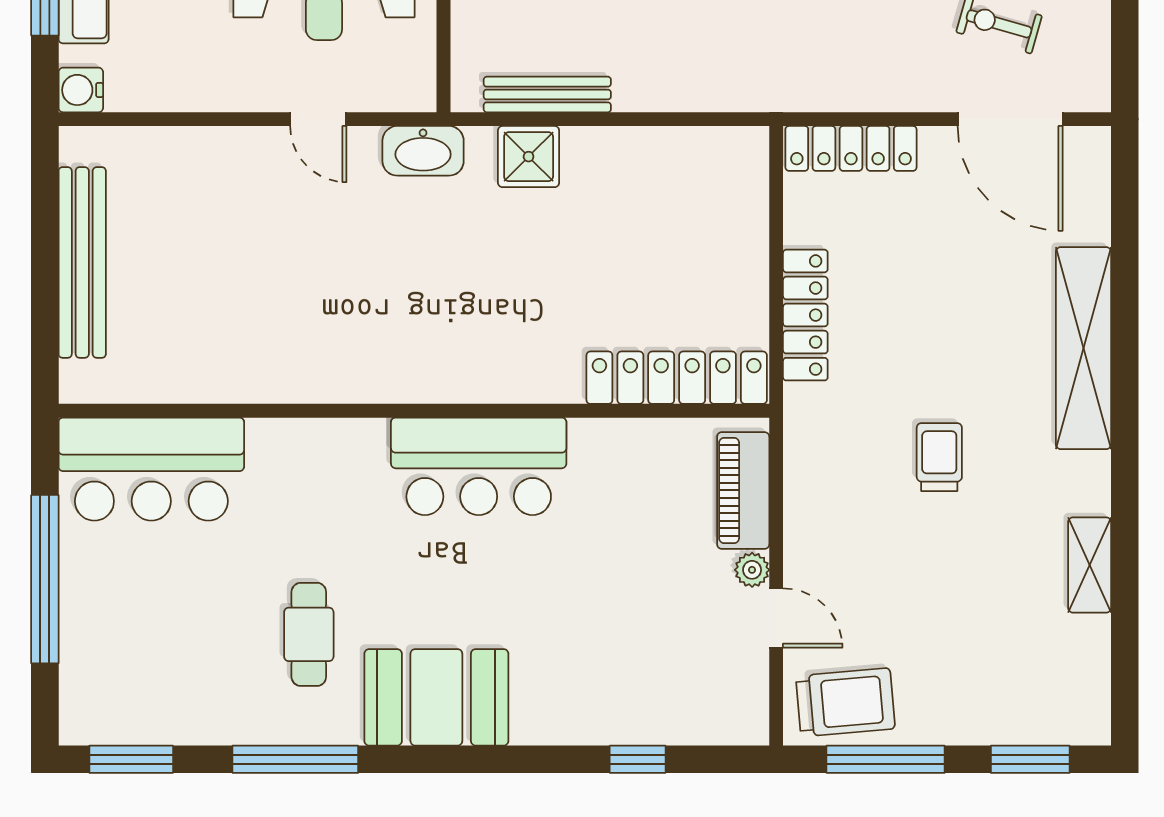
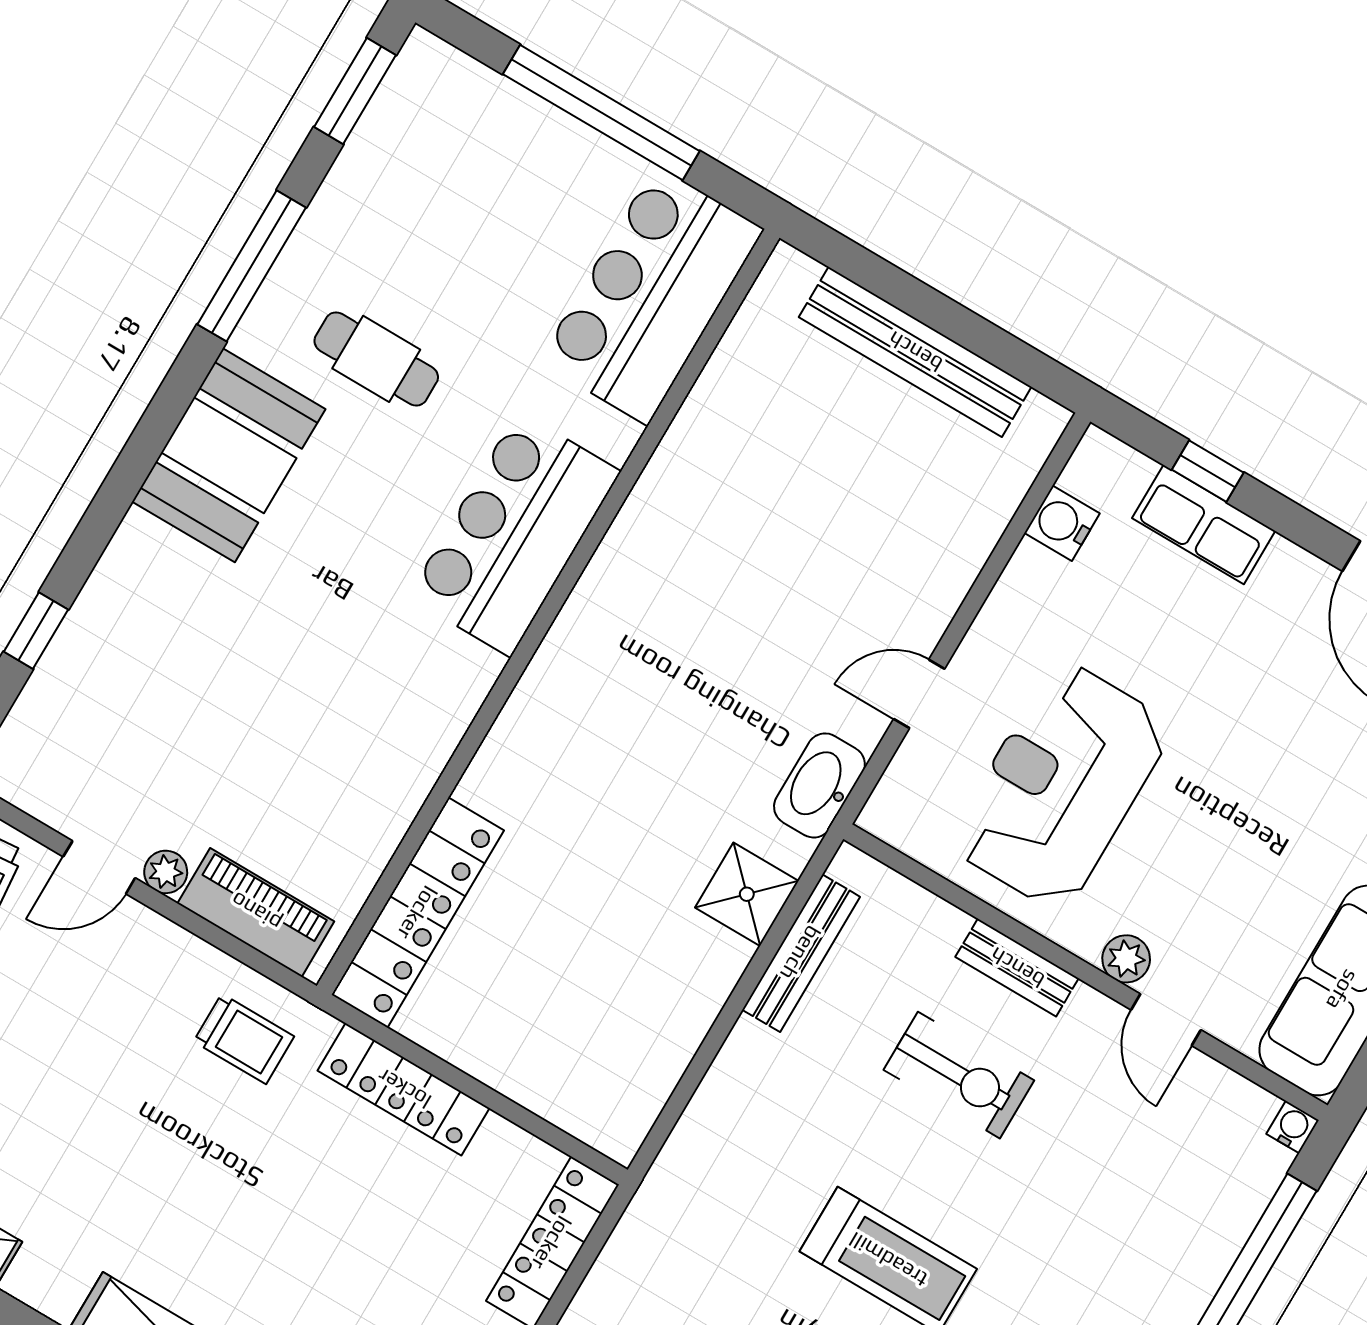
water cooler: (81, 90) -> (1062, 523), moved, turned -90
trolley: (939, 457) -> (244, 1039), moved
bar counter: (479, 466) -> (514, 534), moved

